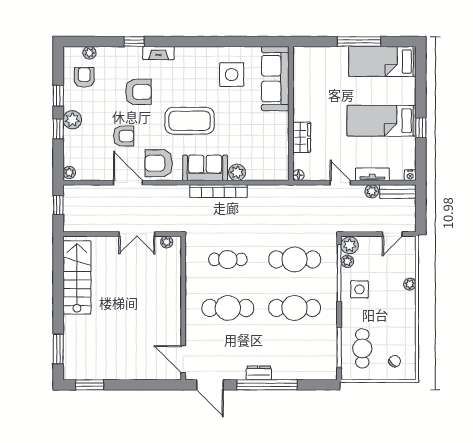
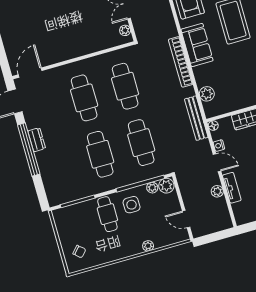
plant: (237, 172) -> (207, 94), moved
nightstand: (410, 175) -> (219, 146), moved
door: (340, 183) -> (217, 163), hinge flipped
bench: (398, 191) -> (196, 118), moved, width x1.36
cafe table: (228, 259) -> (125, 86), width x1.37, depth x1.35
cafe table: (362, 348) -> (107, 214), moved, turned 90

